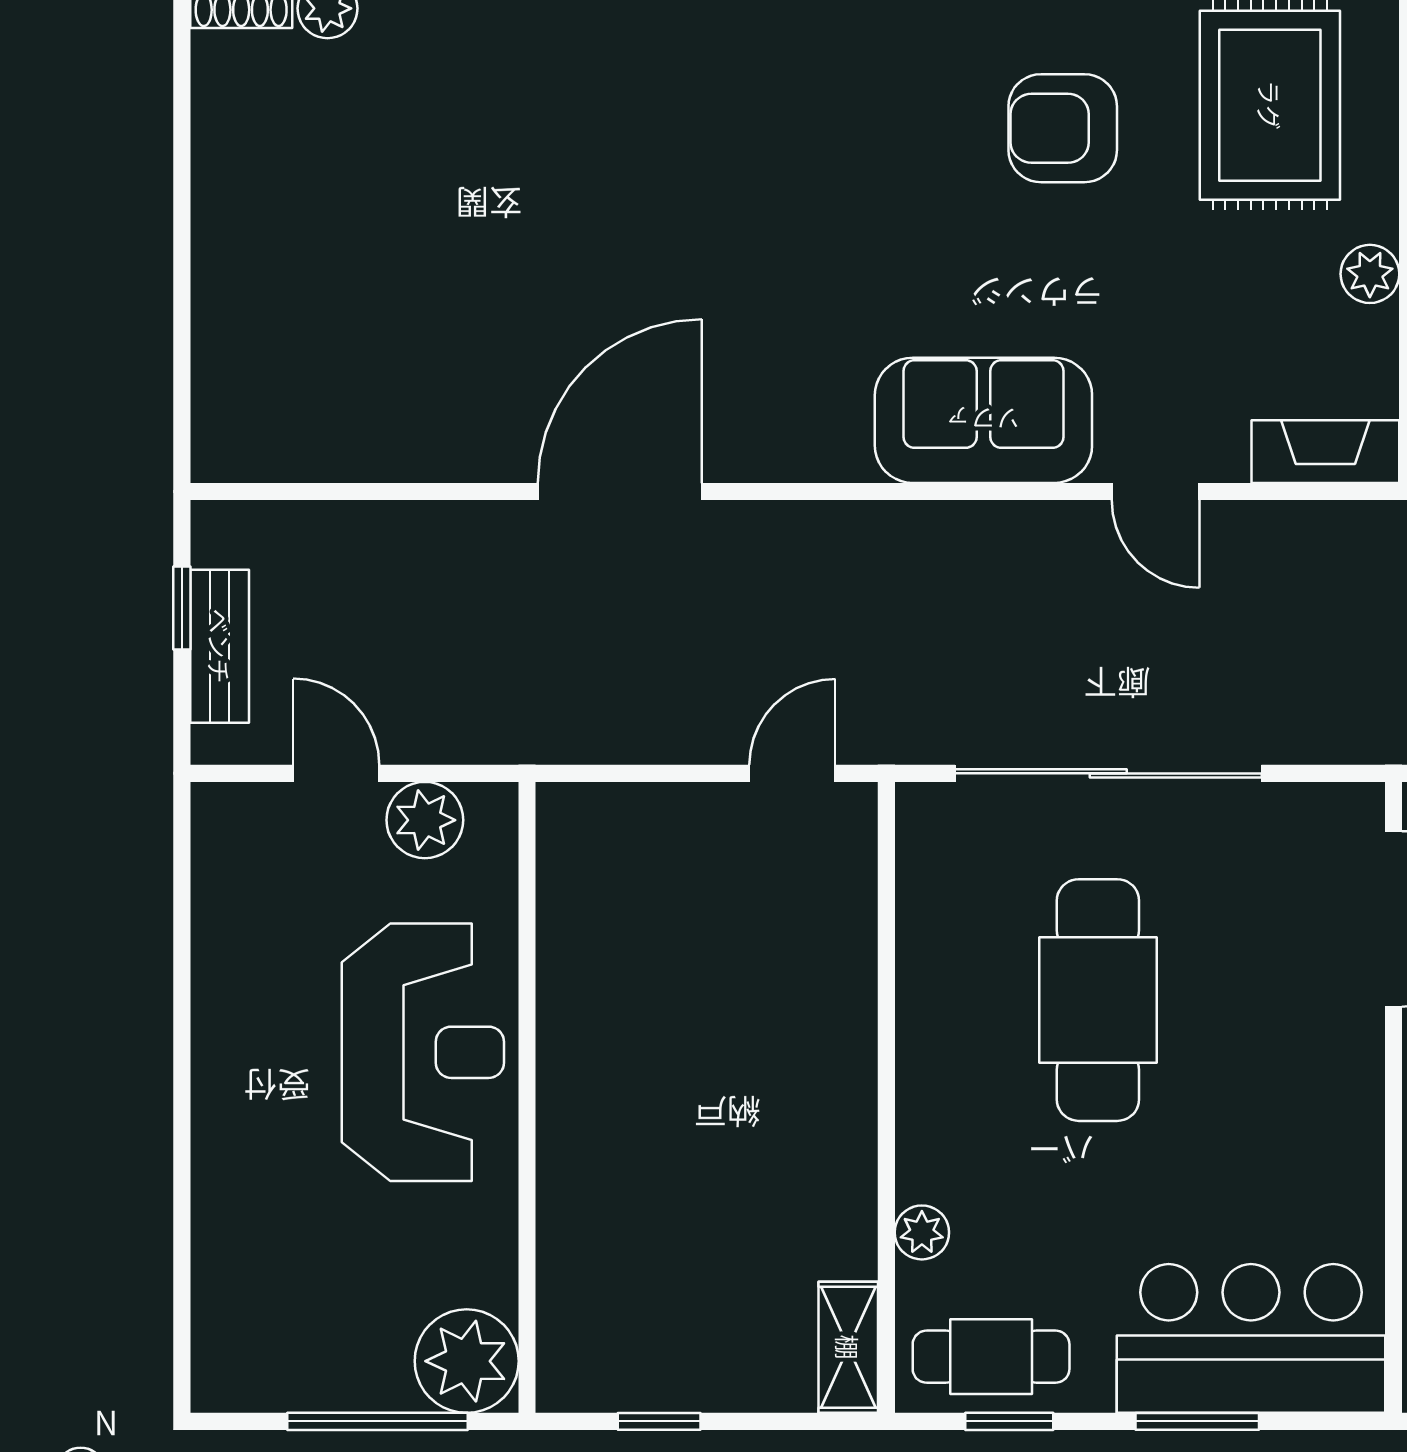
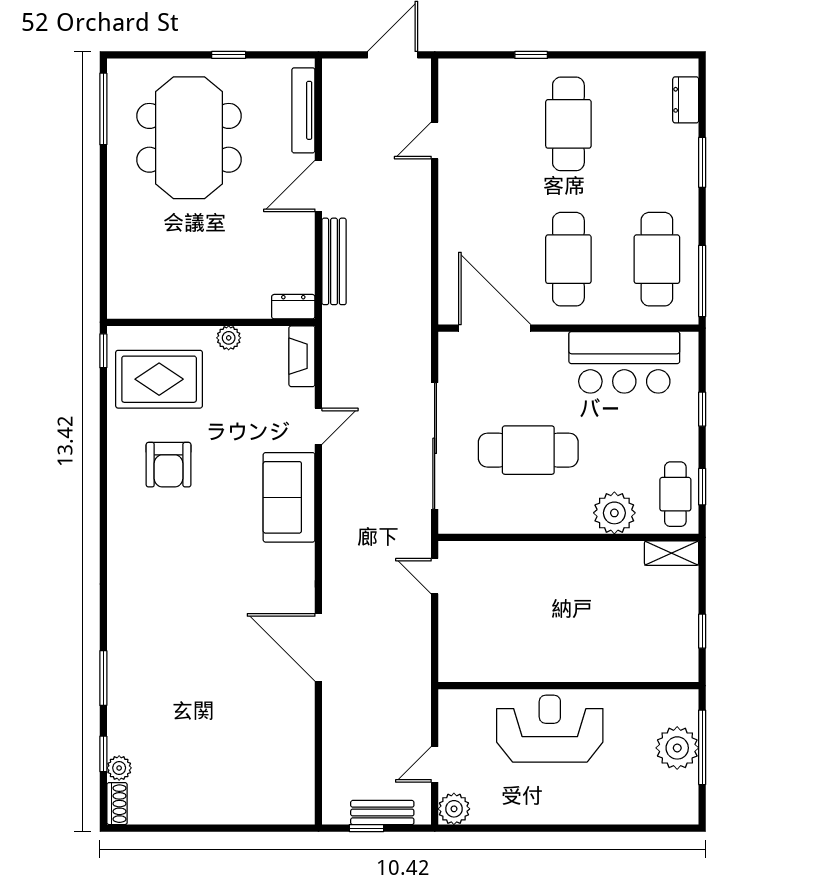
plant: (425, 820) -> (454, 809), moved
plant: (922, 1232) -> (614, 513), width x1.88, depth x1.88
bar counter: (1251, 1338) -> (624, 362), moved, turned -90
plant: (467, 1361) -> (677, 748), moved
window: (1197, 1421) -> (702, 409), width x0.67

